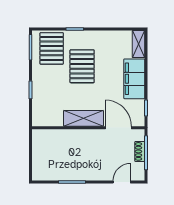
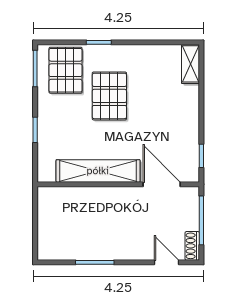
filing cabinet: (134, 79) -> (184, 114), removed
shelving: (83, 118) -> (98, 171), width x1.47
shoe rack: (140, 151) -> (192, 246), moved
door: (122, 182) -> (167, 262), hinge flipped

